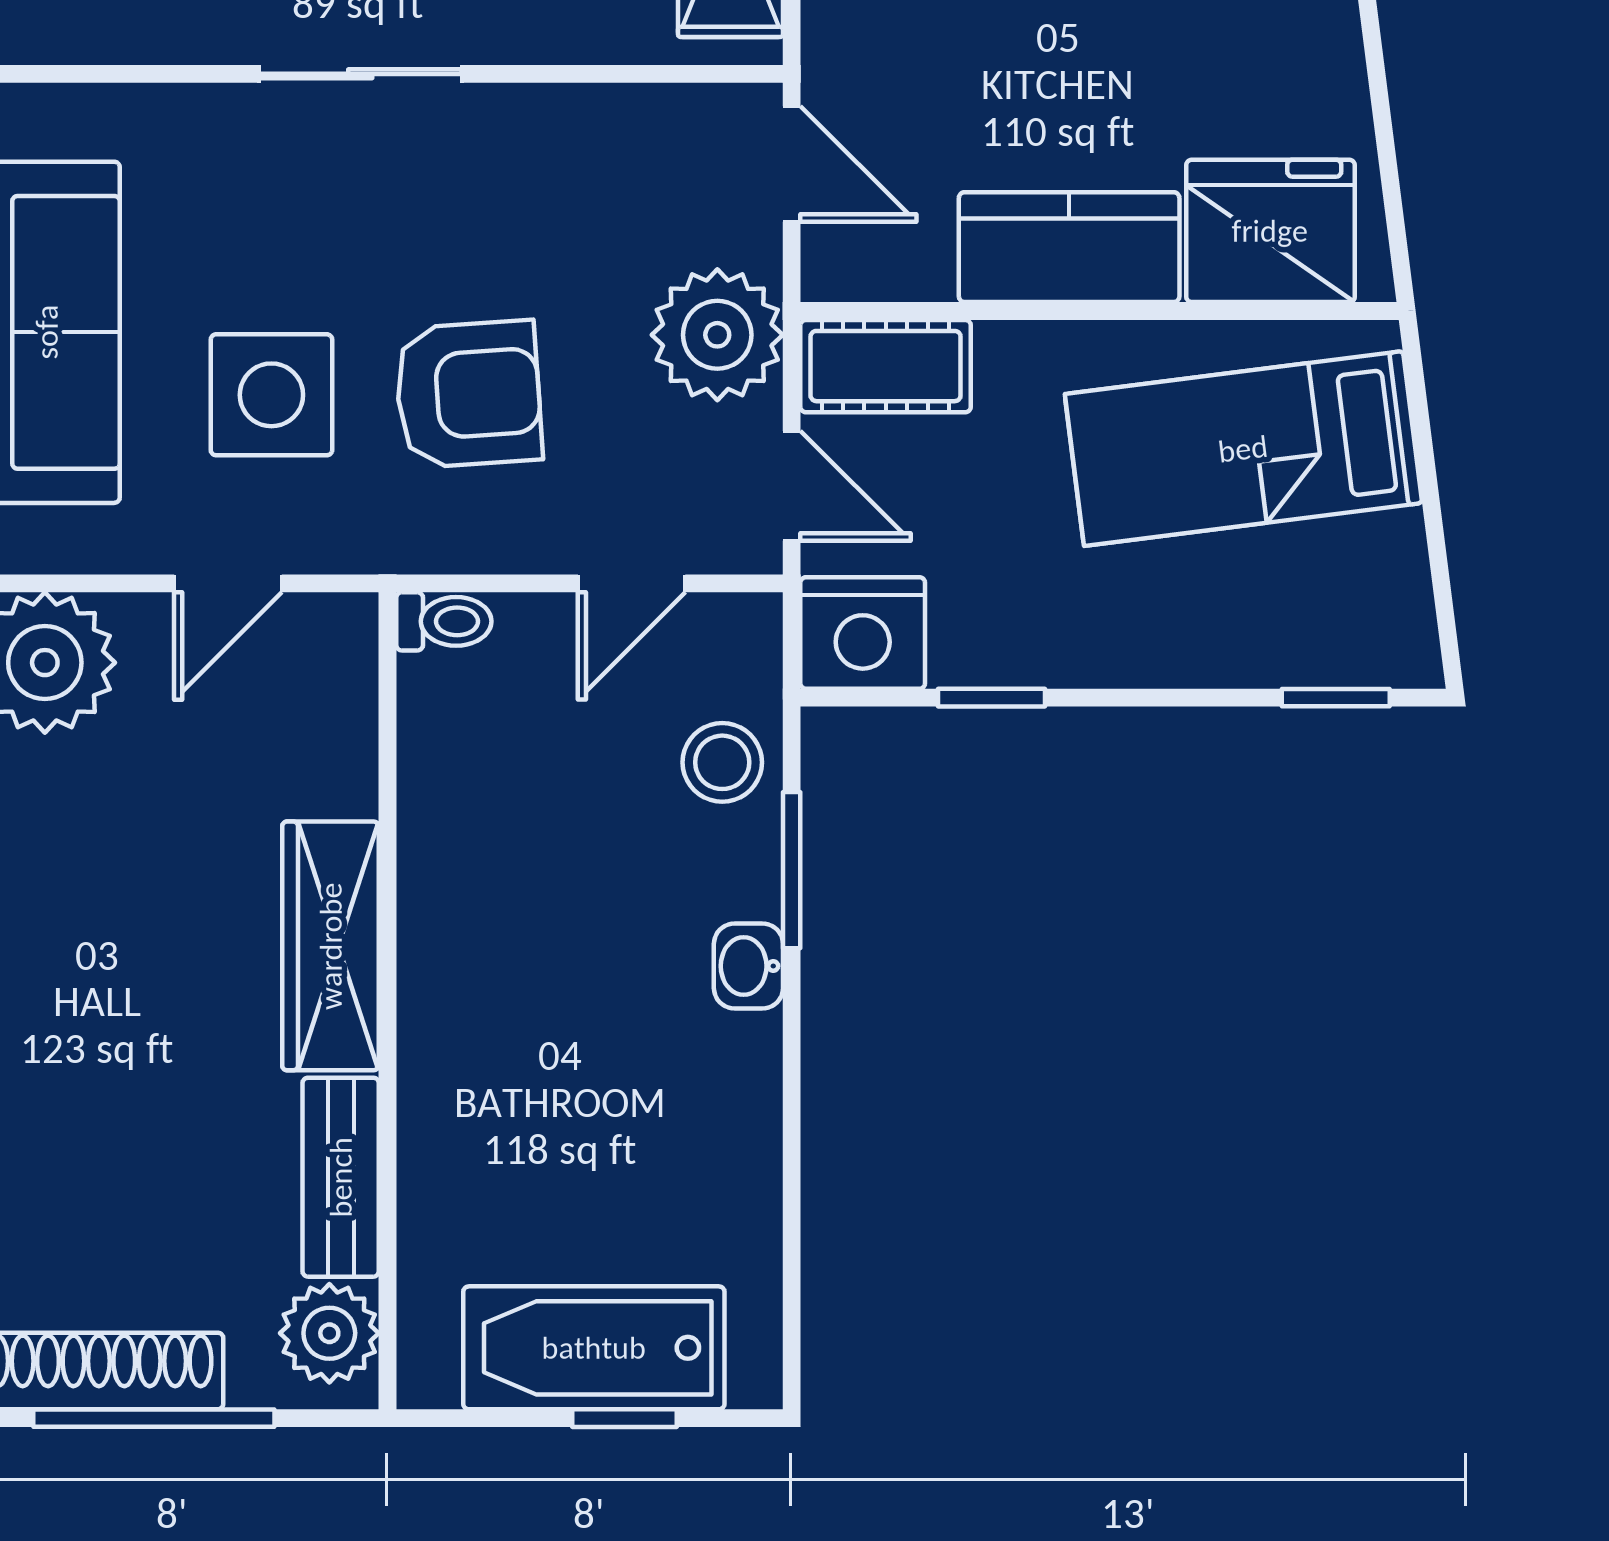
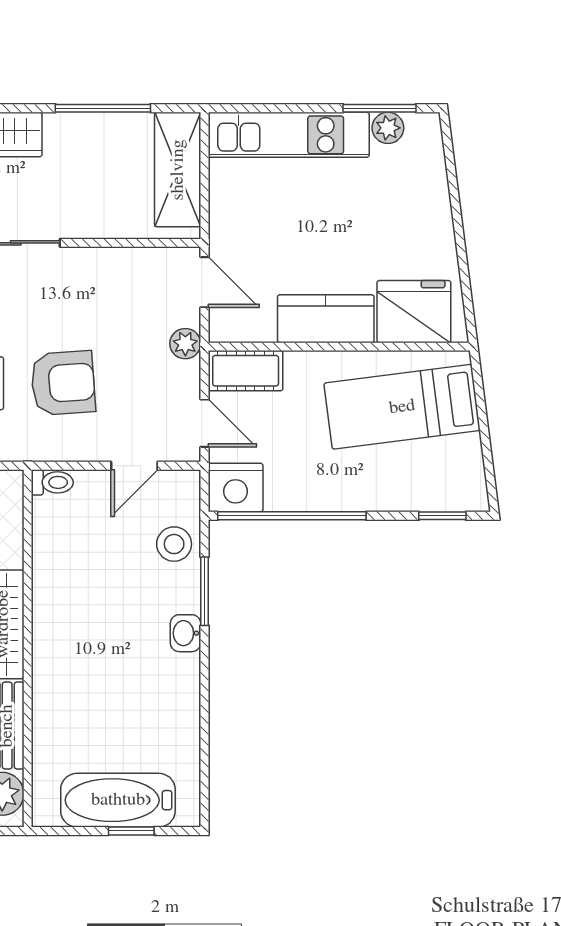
plant: (717, 335) -> (185, 344), width x0.53, depth x0.53
window: (991, 698) -> (292, 516), width x3.17

